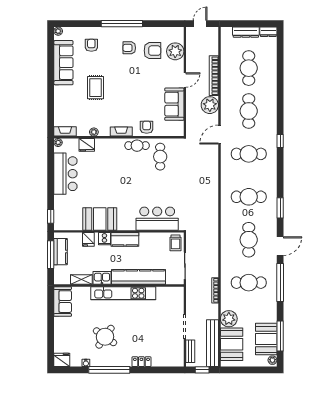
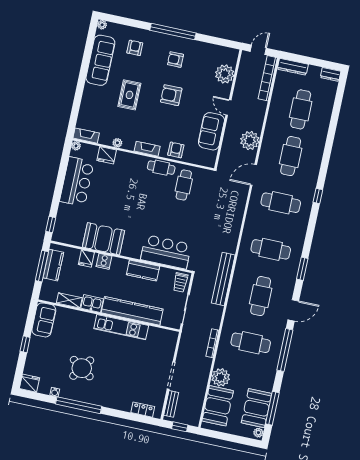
dresser: (246, 32) -> (293, 67), moved
armchair: (152, 51) -> (171, 95), moved, turned 180
bookcase: (214, 76) -> (268, 78), moved
door: (185, 80) -> (228, 108), swing flipped
kitchen counter: (125, 239) -> (143, 270), moved
kitchen unit: (123, 293) -> (121, 327), width x0.73
window: (51, 326) -> (25, 344), added
bench: (213, 343) -> (223, 279), moved
locker: (141, 362) -> (143, 410), moved

